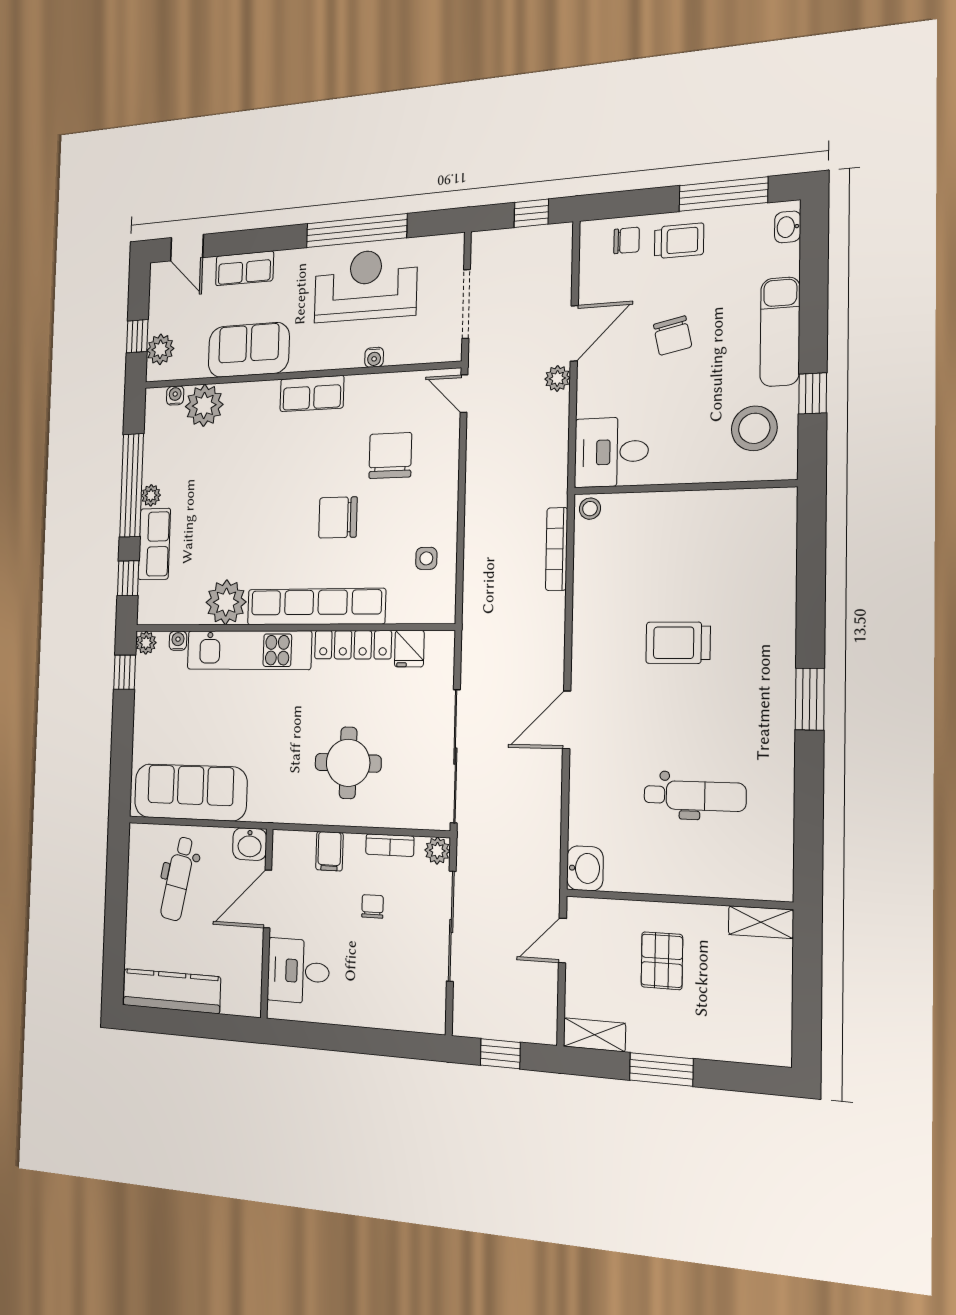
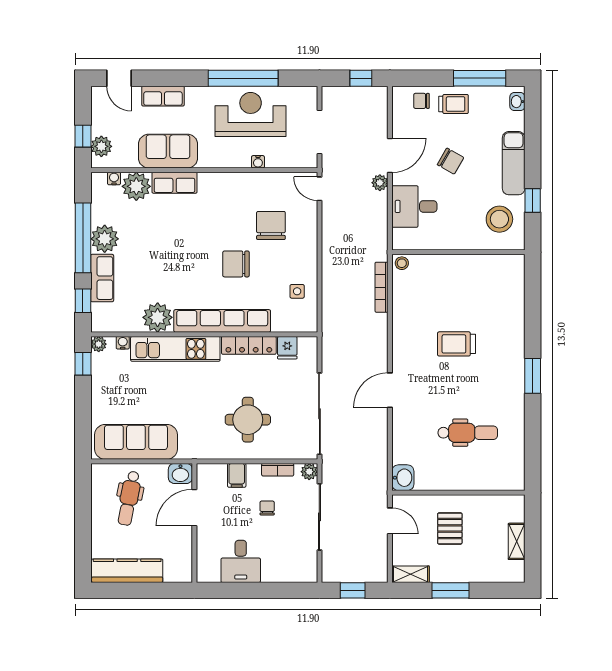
chair: (627, 240) -> (421, 101), turned 180
chair: (673, 336) -> (451, 161), turned -48
row of seats: (312, 394) -> (175, 183), moved
desk: (611, 452) -> (414, 206), moved
plant: (151, 495) -> (105, 239), width x1.88, depth x1.88
shelving: (761, 922) -> (517, 541), moved, turned 90
door: (562, 941) -> (390, 521), swing flipped
desk: (298, 971) -> (241, 561), moved, turned -90

